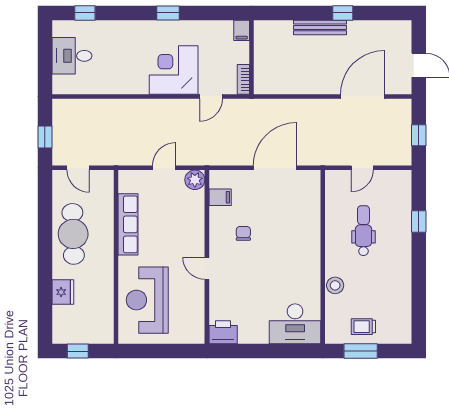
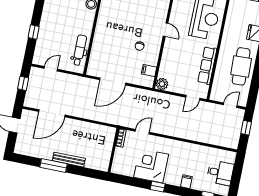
window: (343, 13) -> (54, 165), width x2.17
filing cabinet: (242, 30) -> (186, 182), moved
corner desk: (174, 70) -> (151, 166), moved, turned 180
door: (78, 168) -> (230, 105), hinge flipped
door: (164, 168) -> (193, 98), moved
door: (362, 168) -> (51, 69), moved
dental chair: (363, 231) -> (80, 50), moved, turned 180

